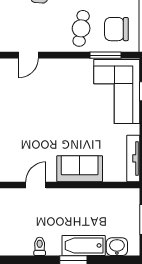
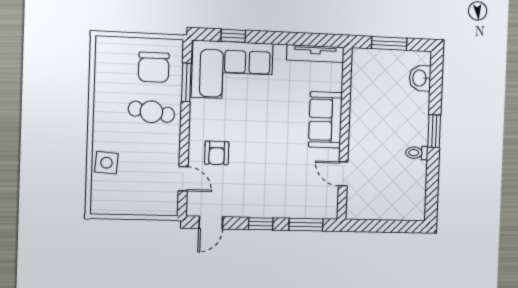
armchair: (50, 81) -> (217, 153), added
bathtub: (84, 245) -> (417, 118), removed
toilet: (40, 246) -> (417, 153), moved

